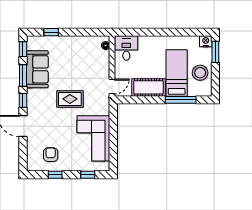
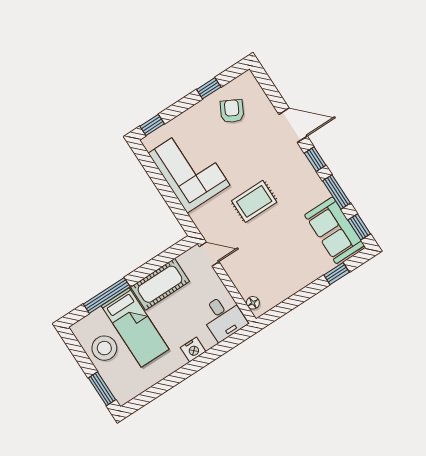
nightstand: (206, 41) -> (193, 350), moved
sofa: (37, 69) -> (334, 230), moved
door: (112, 86) -> (209, 254), swing flipped
armchair: (51, 155) -> (232, 111), turned -152
window: (88, 175) -> (152, 125), moved

